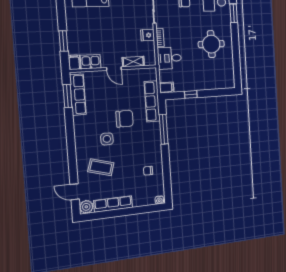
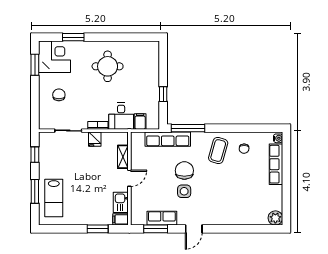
filing cabinet: (167, 87) -> (140, 121), moved
row of seats: (78, 95) -> (162, 218), width x0.68
window: (164, 129) -> (188, 128), moved
side table: (107, 139) -> (184, 191), moved
coffee table: (101, 167) -> (218, 151), moved
door: (75, 192) -> (194, 229), moved
row of seats: (113, 204) -> (276, 164), moved

